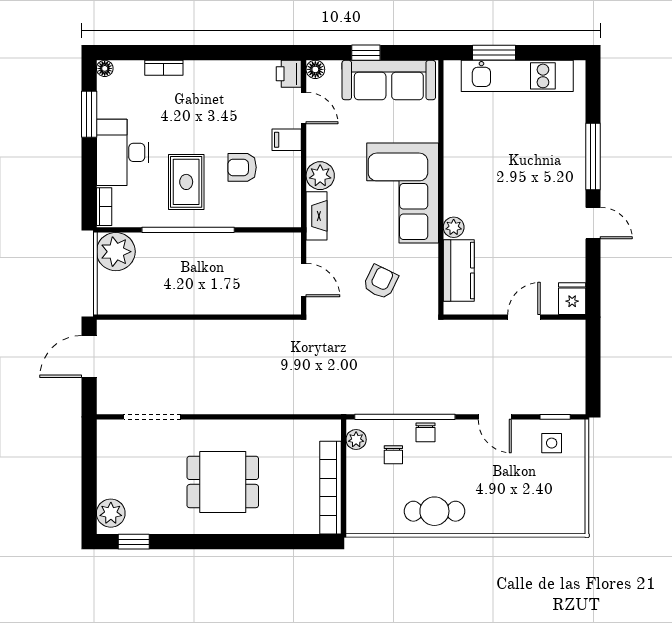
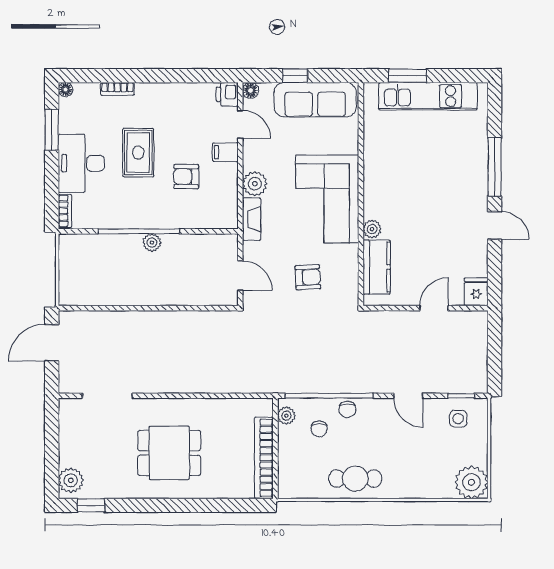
rug: (186, 182) -> (138, 153), moved
plant: (116, 252) -> (152, 243), moved, width x0.53, depth x0.53
armchair: (381, 282) -> (308, 277), turned 61
plant: (567, 515) -> (471, 482), added

